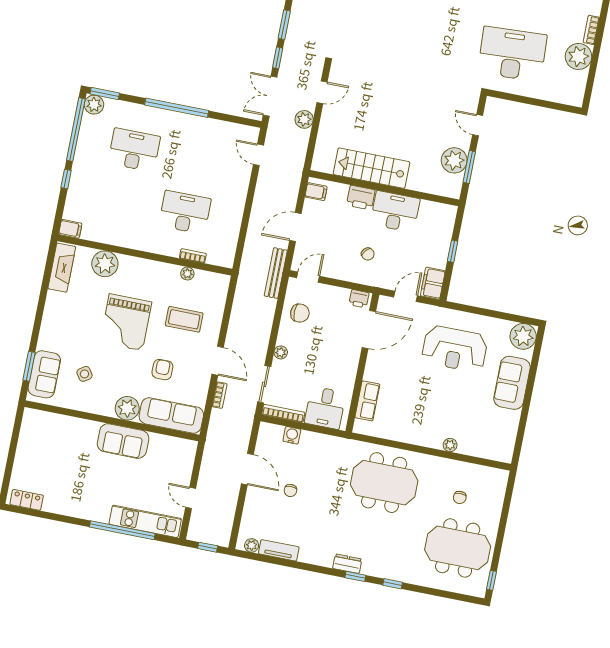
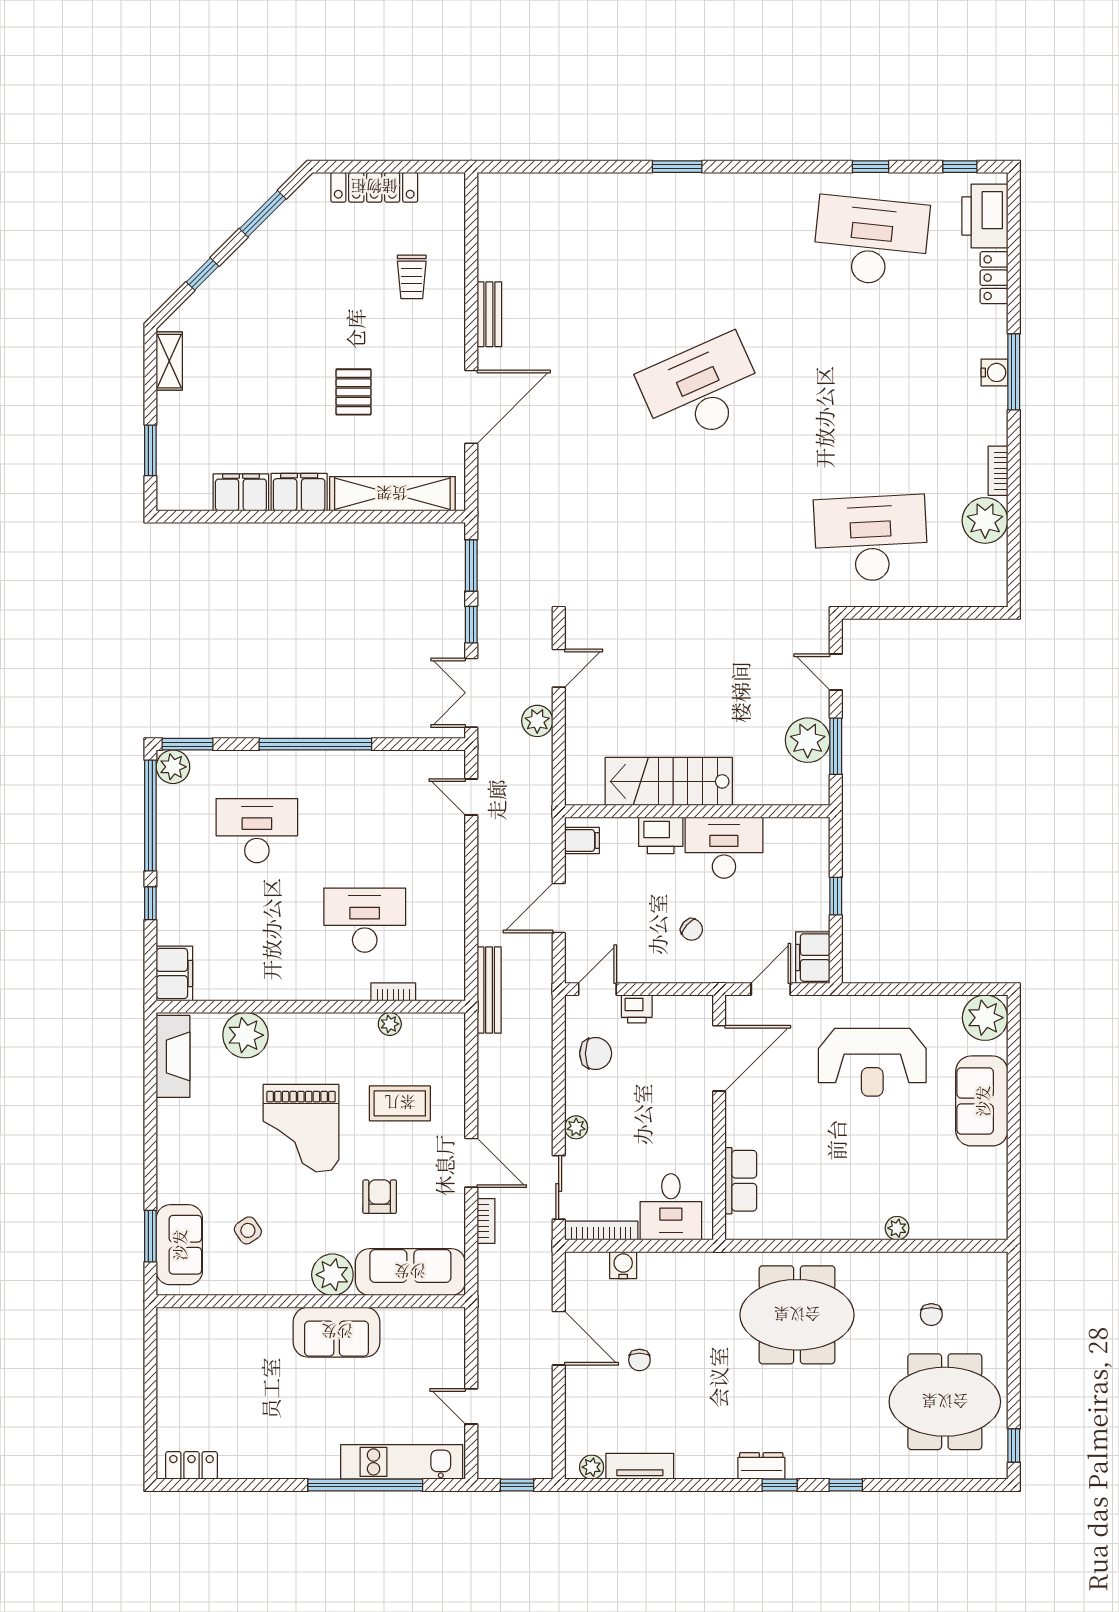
filing cabinet: (70, 229) -> (174, 974), width x2.00
bench: (276, 273) -> (489, 990), moved
printer: (359, 299) -> (637, 1009), moved

